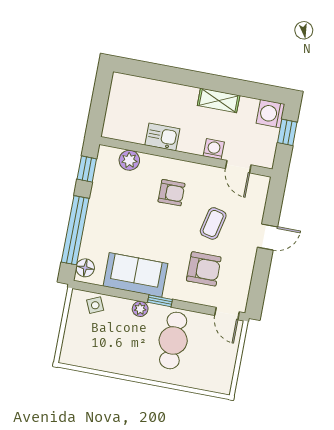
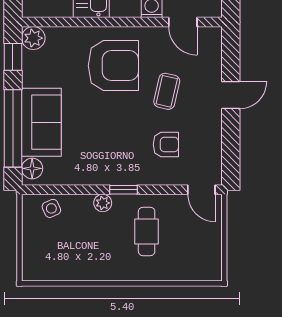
plant: (129, 160) -> (33, 38), moved
armchair: (171, 193) -> (113, 66), width x1.88, depth x1.88
armchair: (204, 269) -> (166, 144), width x0.72, depth x0.72
sofa: (136, 275) -> (41, 122), moved, turned 90
cafe table: (173, 340) -> (147, 231), width x0.73, depth x0.74

